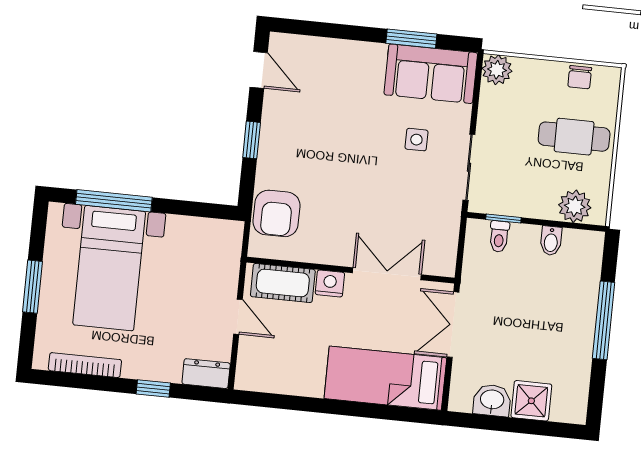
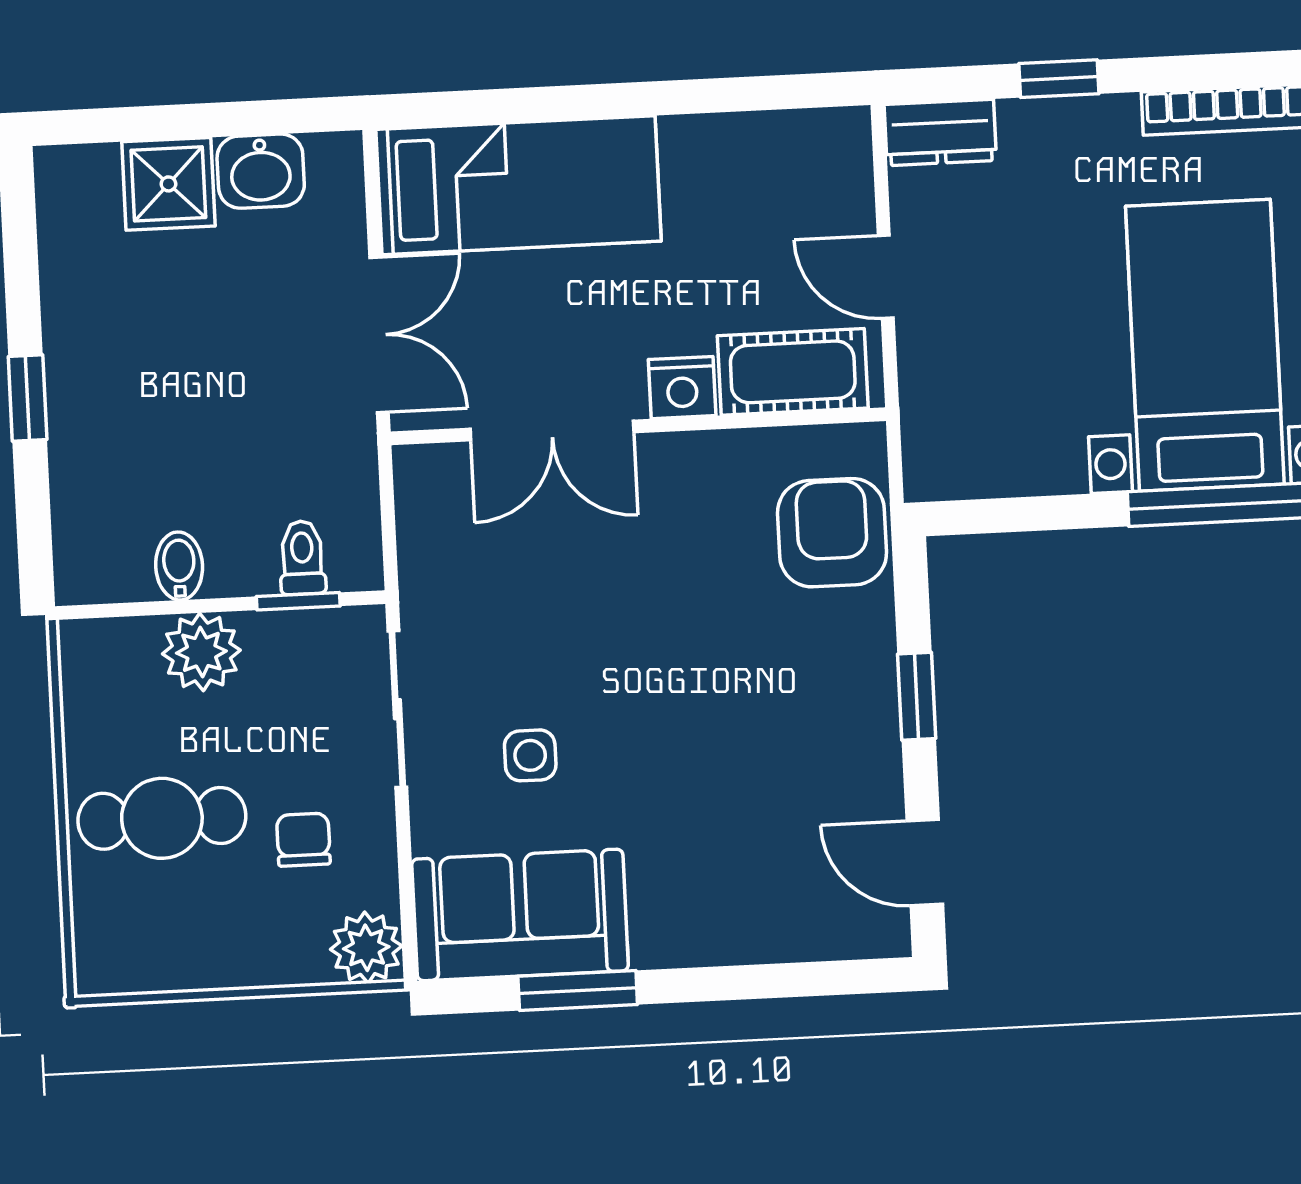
chair: (580, 77) -> (303, 840), moved
plant: (575, 206) -> (201, 652), moved
window: (604, 320) -> (28, 398), width x0.46

